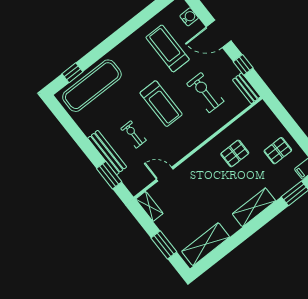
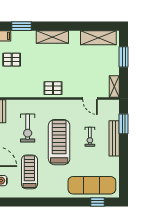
treadmill: (168, 48) -> (29, 172), turned 180
treadmill: (161, 104) -> (59, 142), width x1.37, depth x1.38
pallet: (235, 153) -> (53, 88), moved

